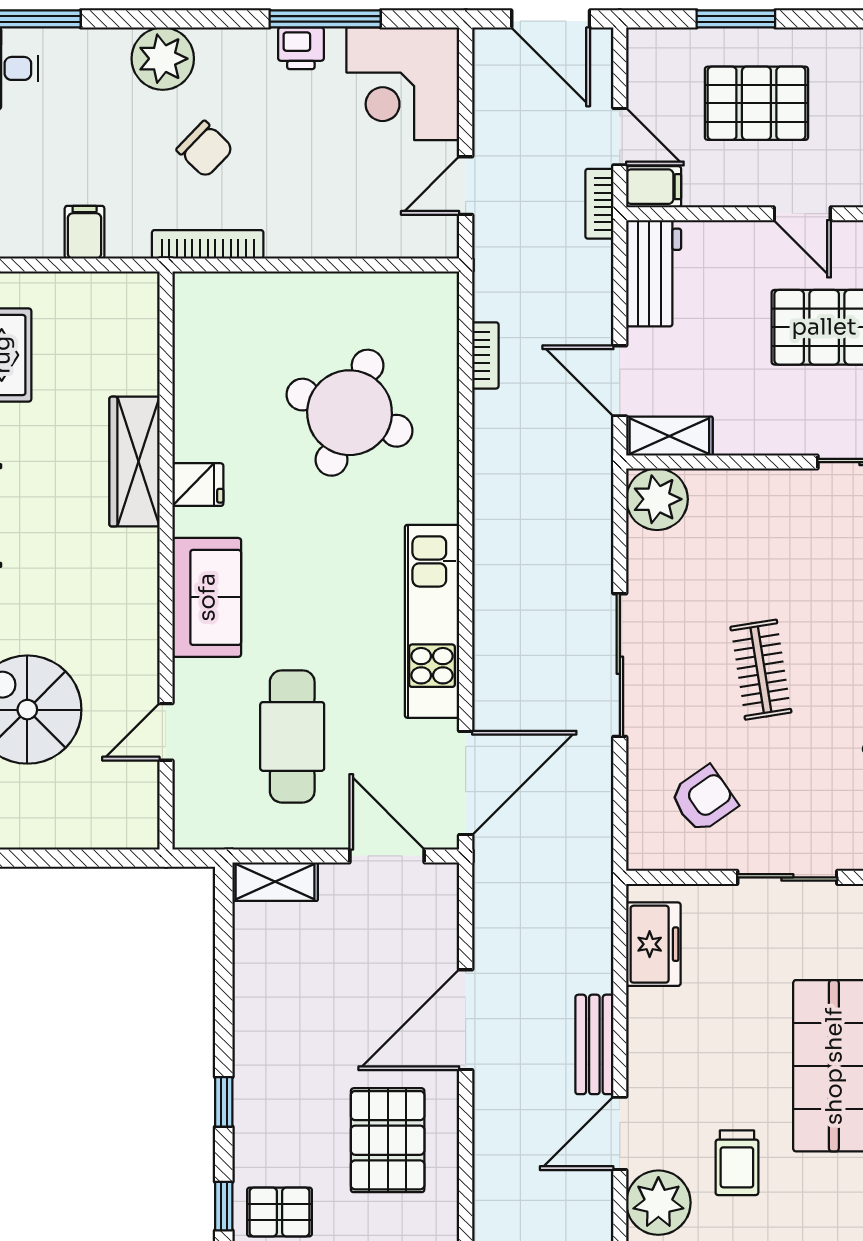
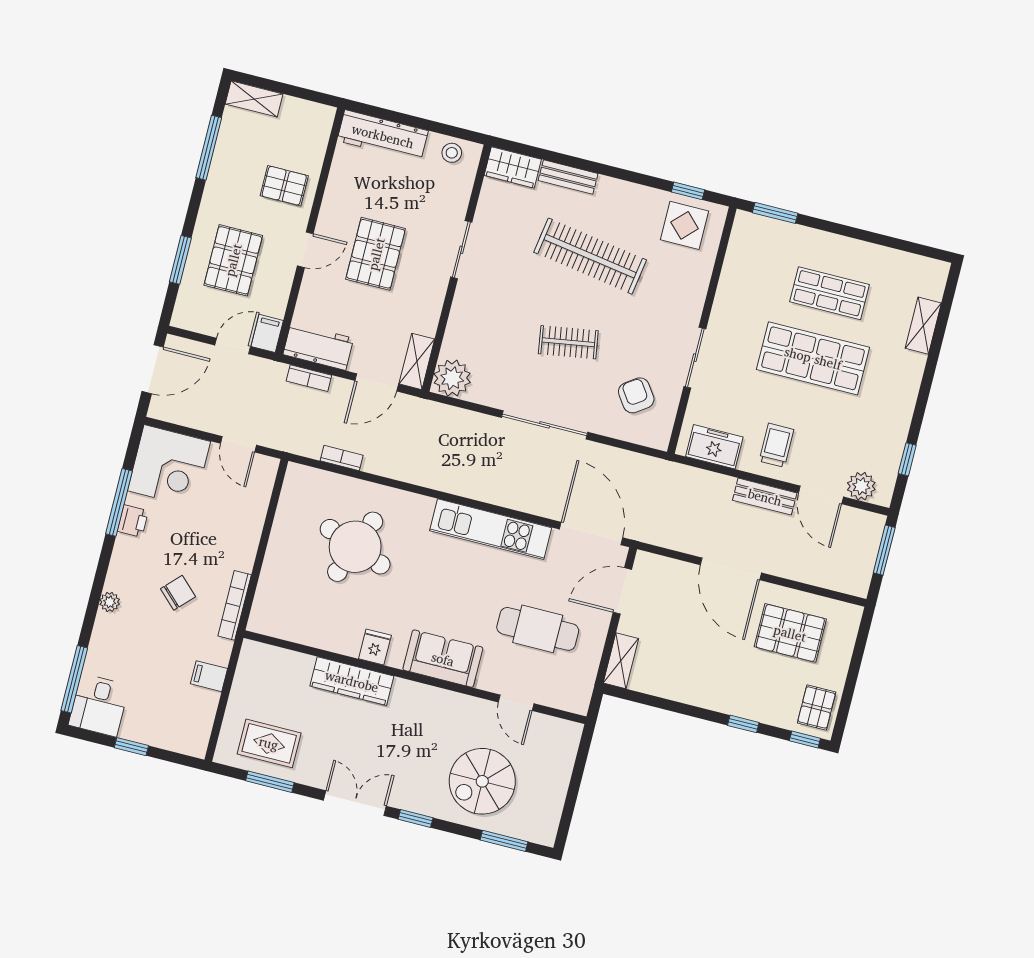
plant: (163, 59) -> (110, 602), width x0.53, depth x0.53
bookcase: (599, 204) -> (309, 378), moved
trolley: (737, 1163) -> (776, 445), moved, turned -90
plant: (658, 1203) -> (861, 486), width x0.73, depth x0.73

